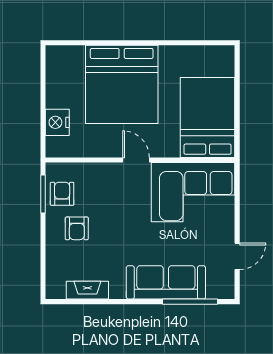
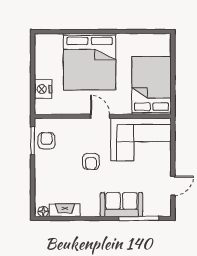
armchair: (77, 228) -> (91, 161), moved
sofa: (166, 282) -> (121, 205), width x0.73
floor lamp: (58, 292) -> (43, 211), added

